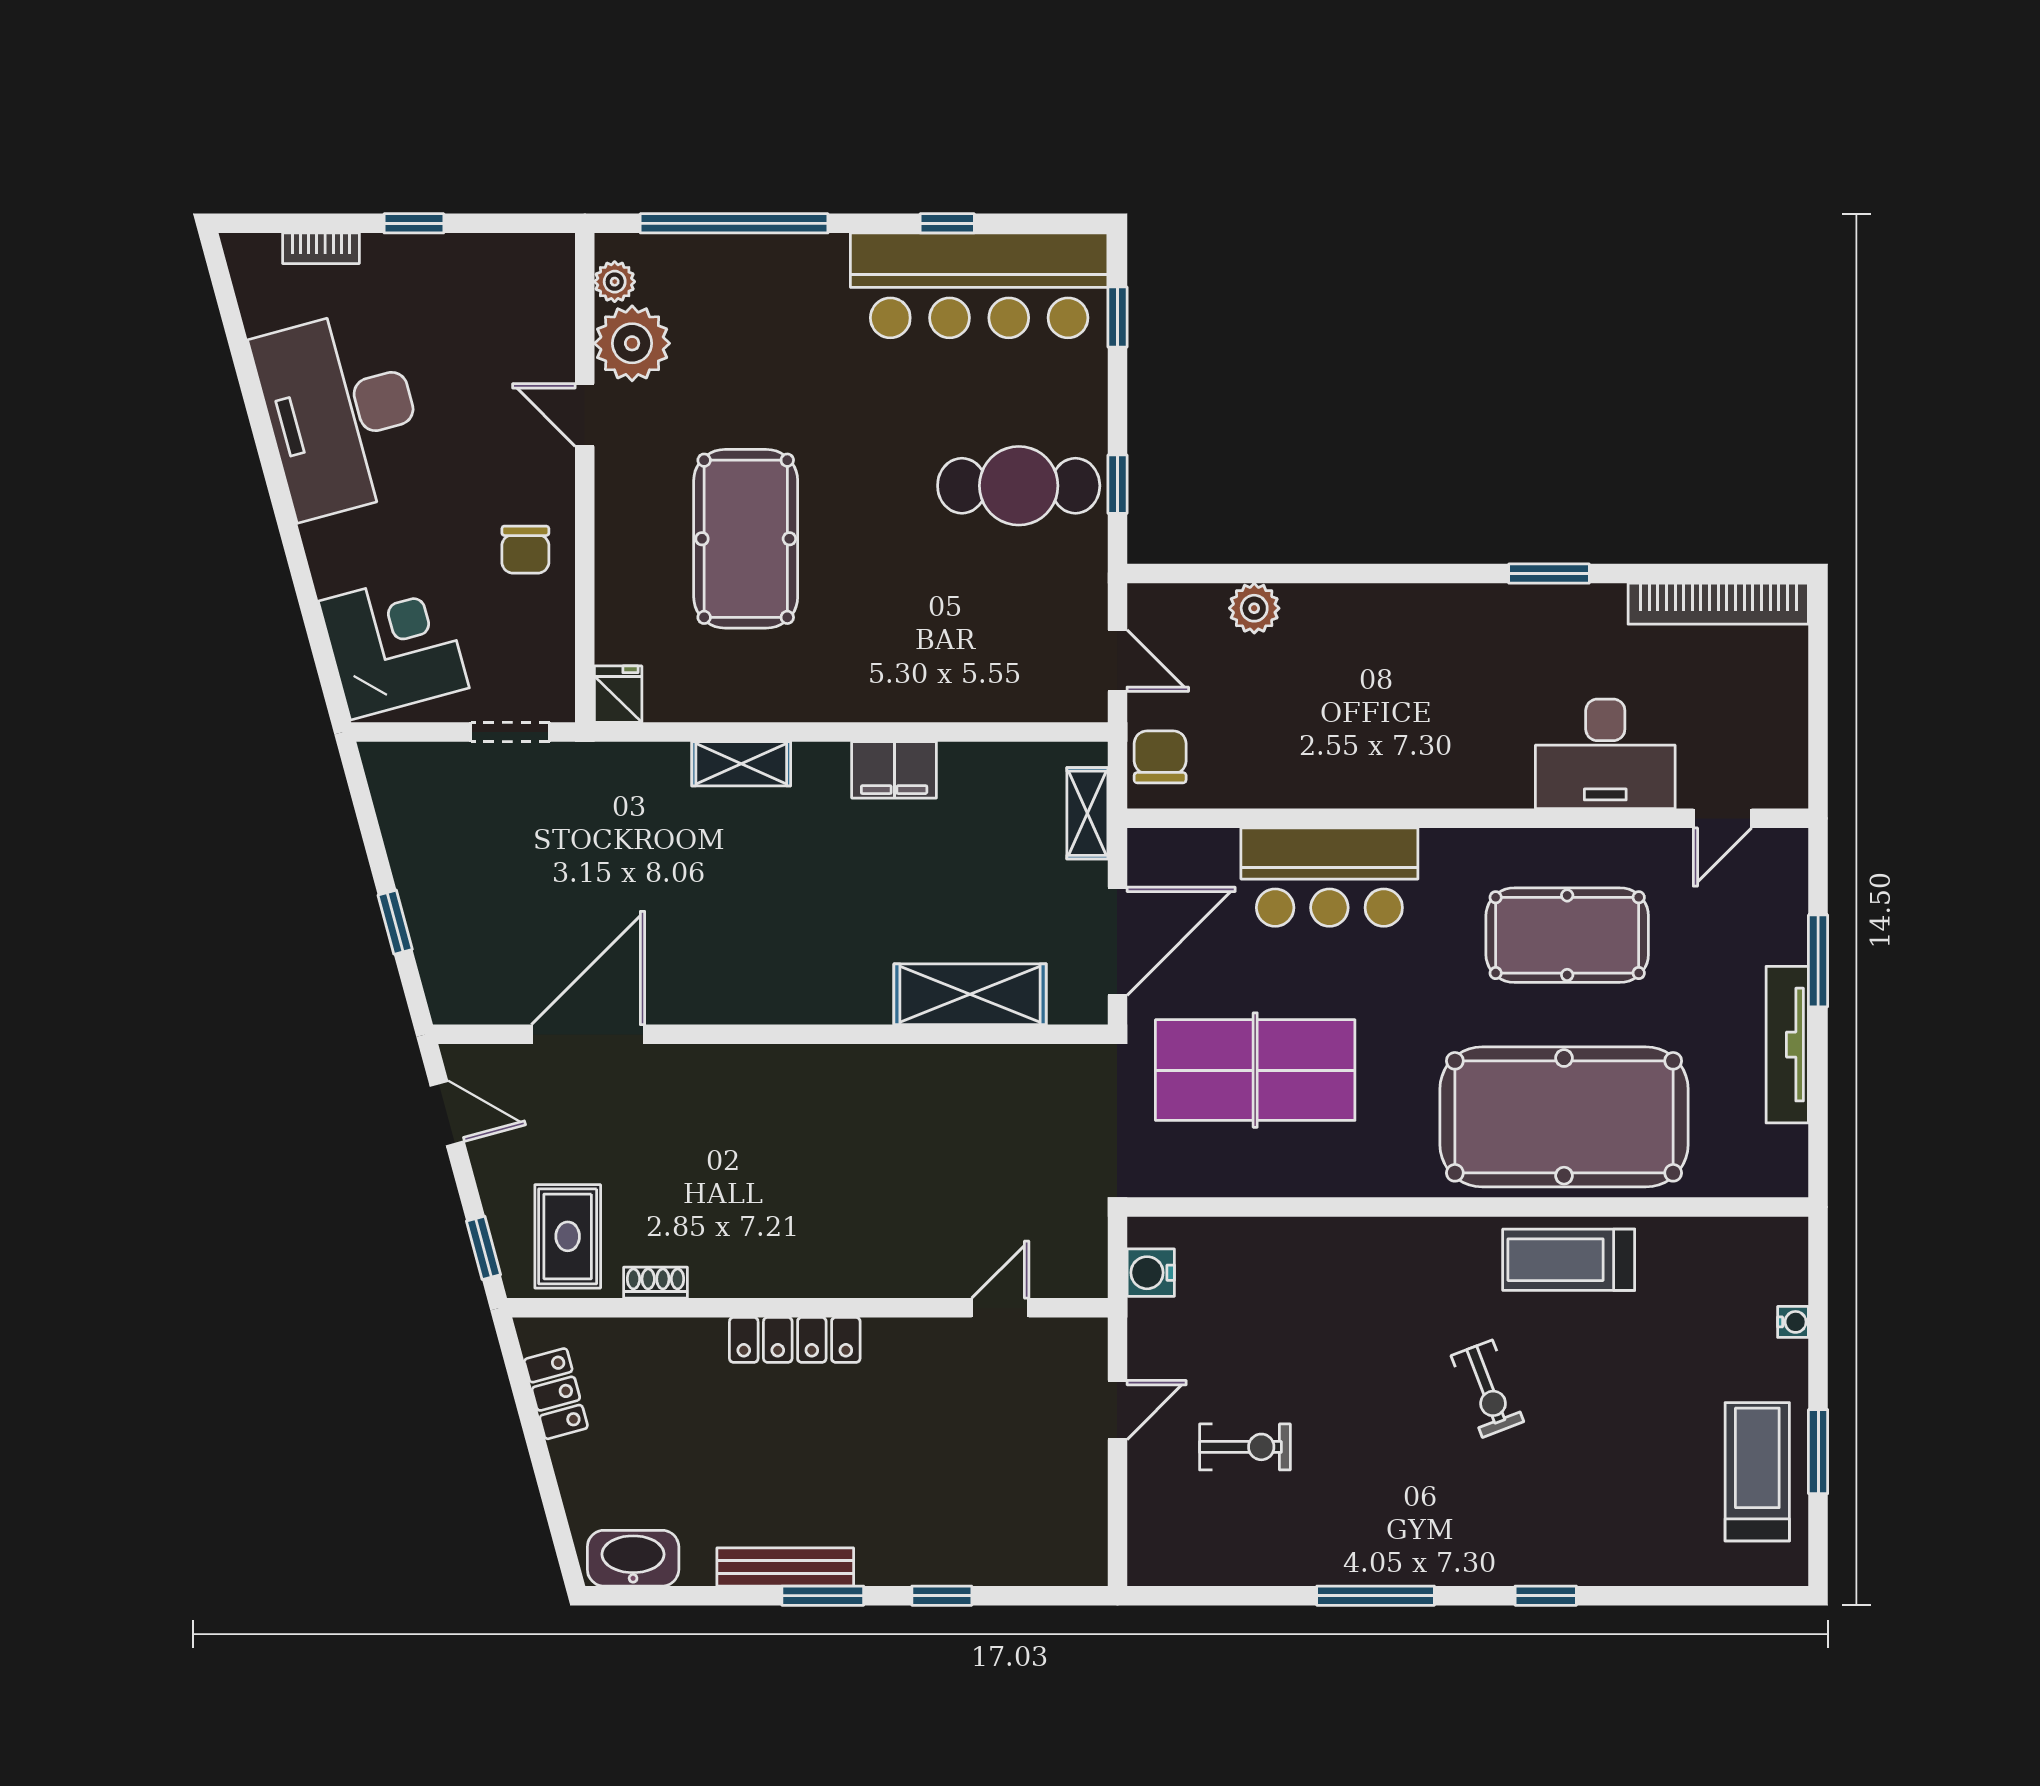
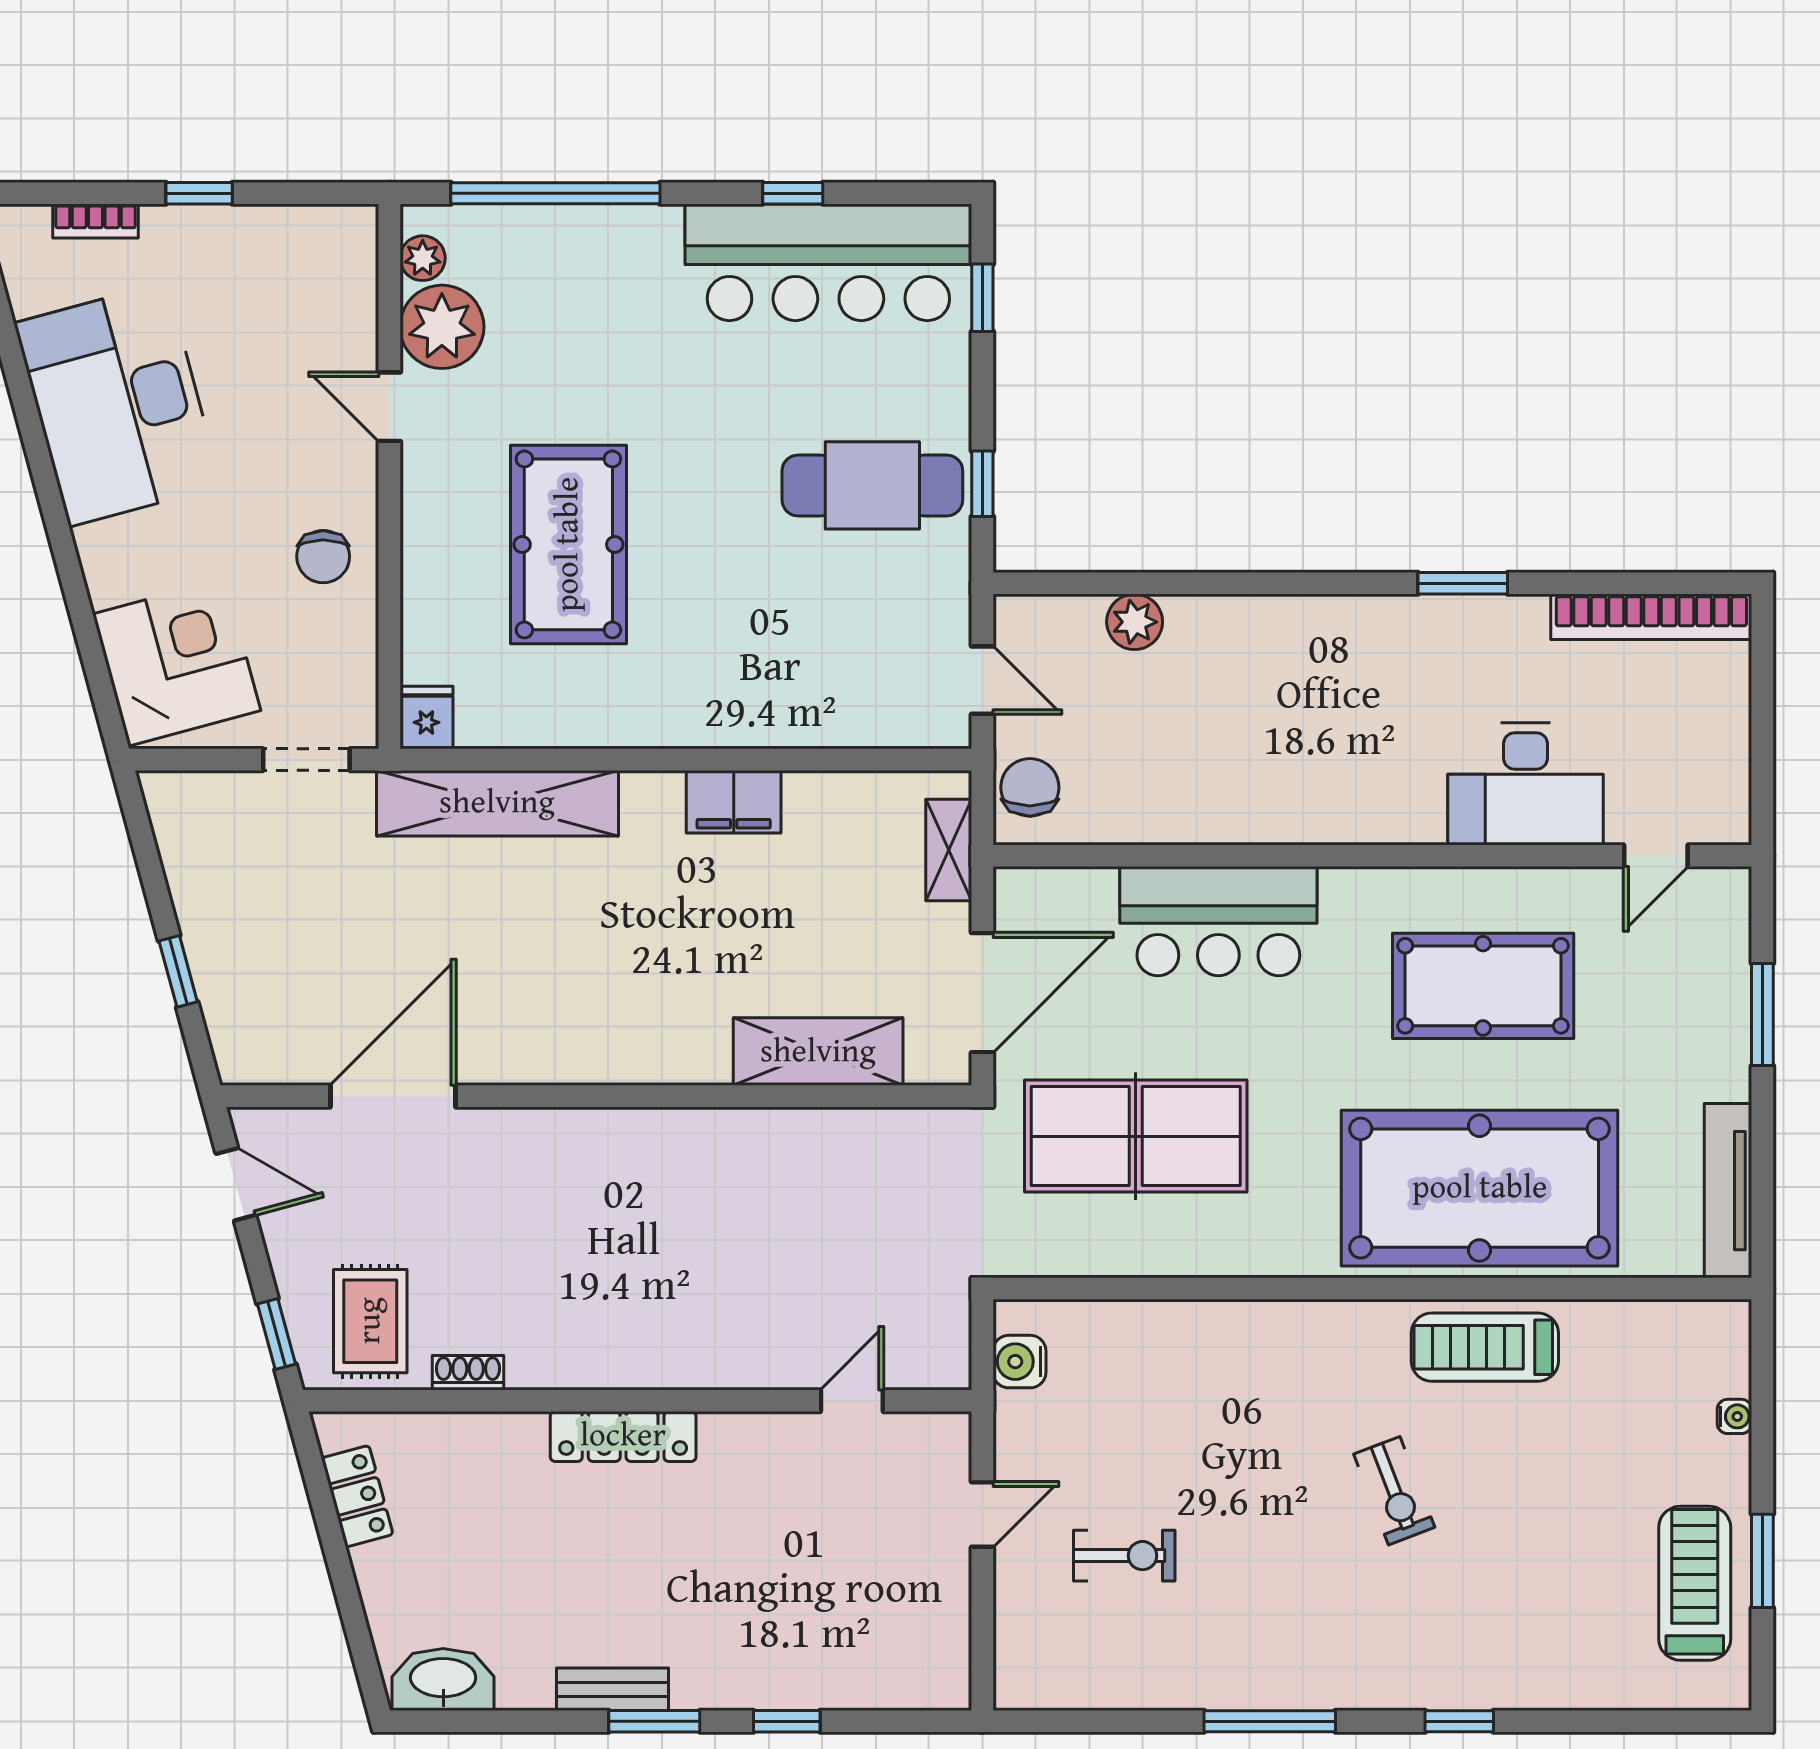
shelving: (741, 764) -> (497, 803), width x2.20, depth x1.33
tv unit: (1787, 1045) -> (1728, 1191), moved
bench: (785, 1567) -> (612, 1689), width x0.73

